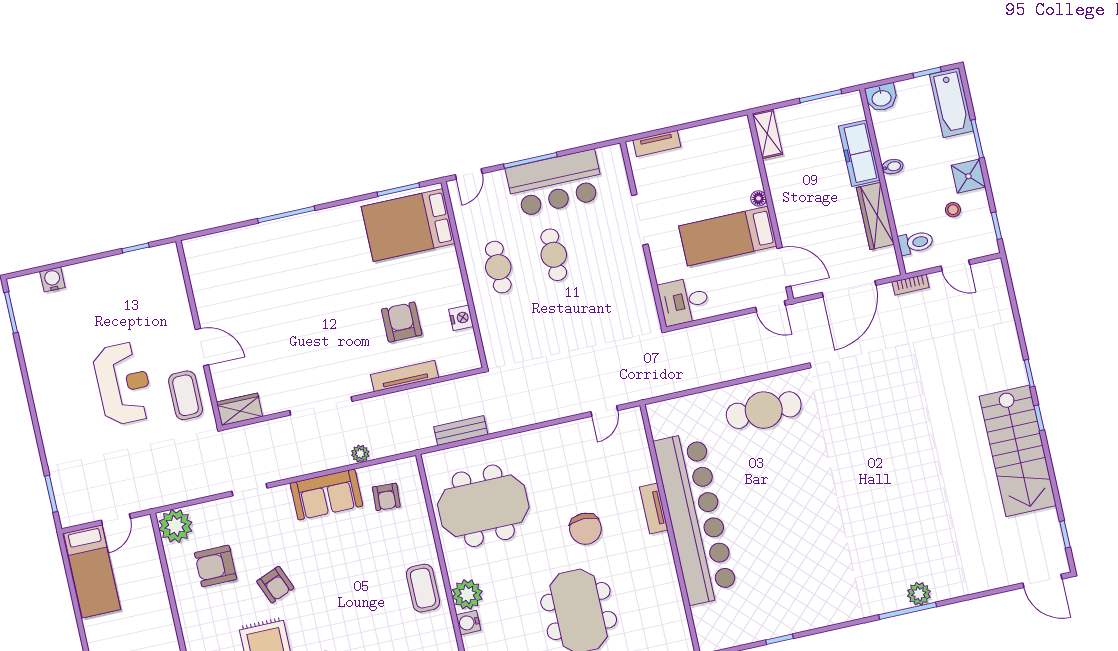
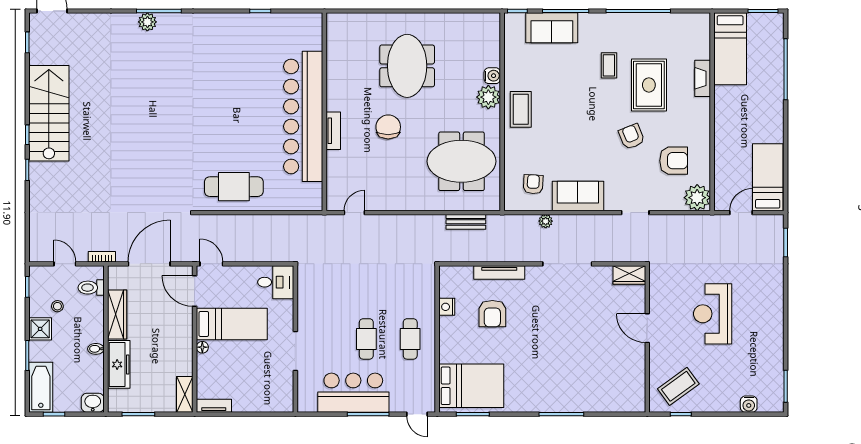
tv unit: (657, 143) -> (214, 406), moved
door: (469, 174) -> (417, 414), swing flipped
coffee table: (186, 395) -> (678, 386), moved, turned 54

